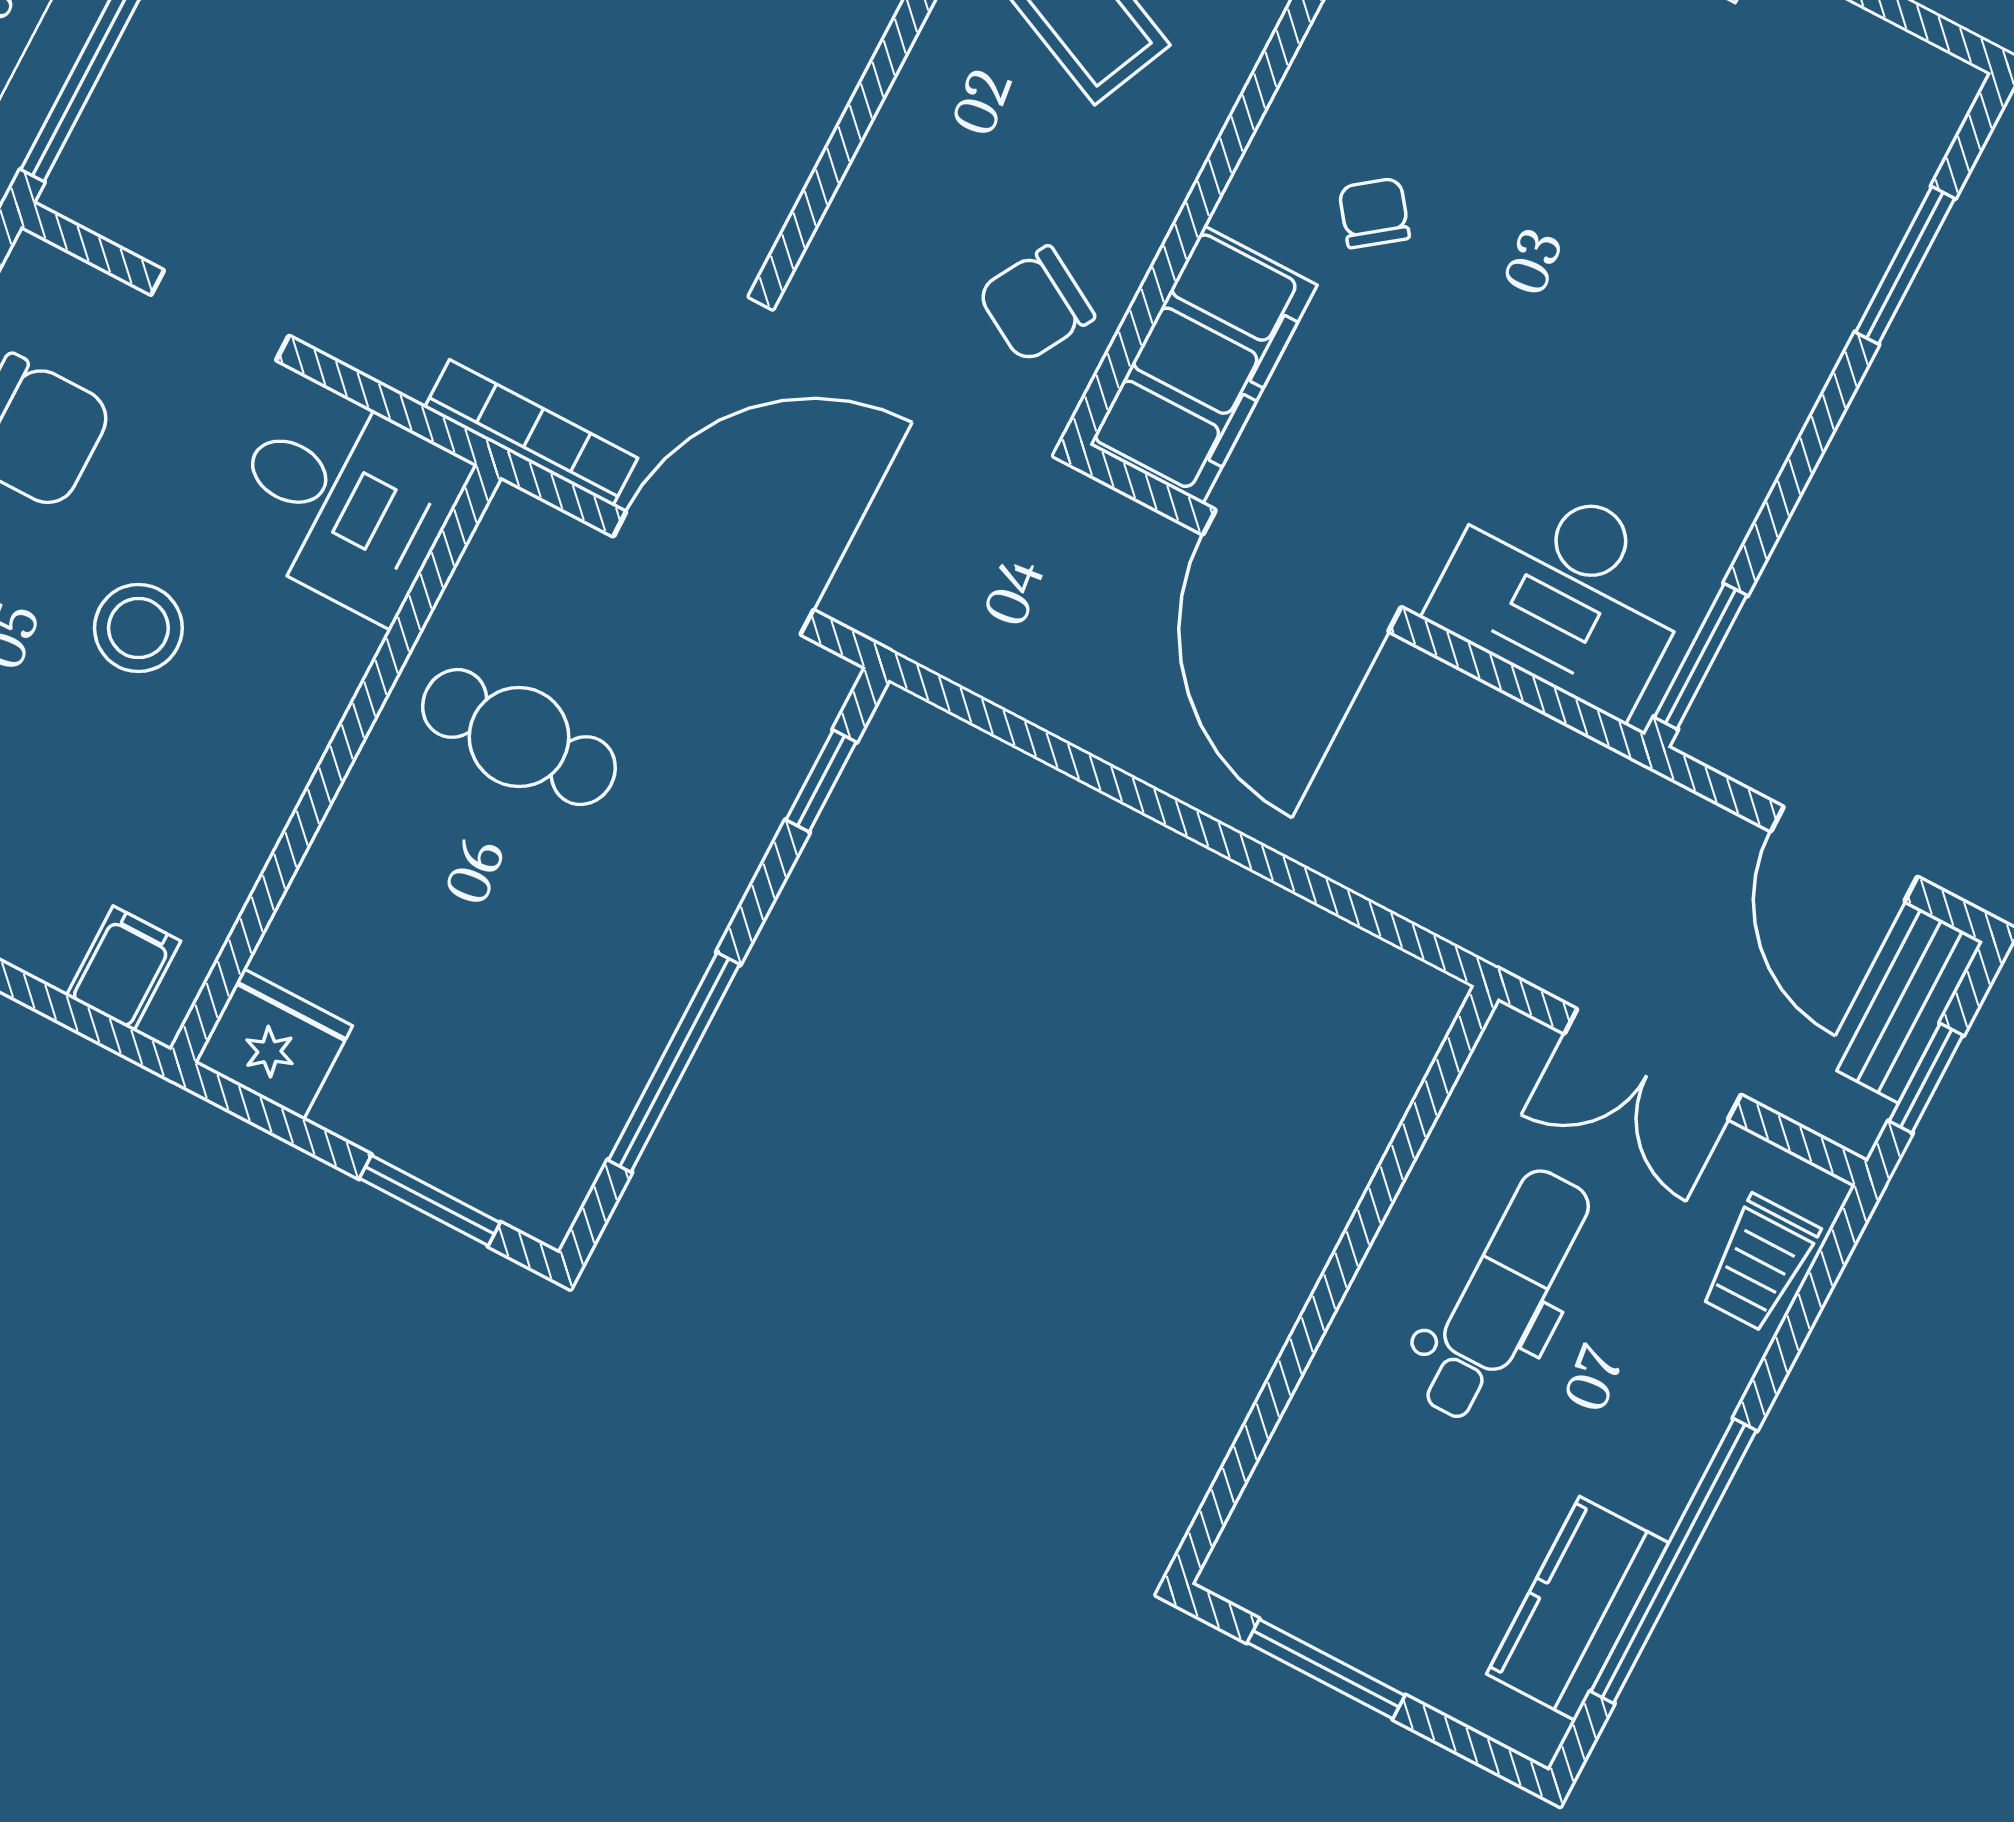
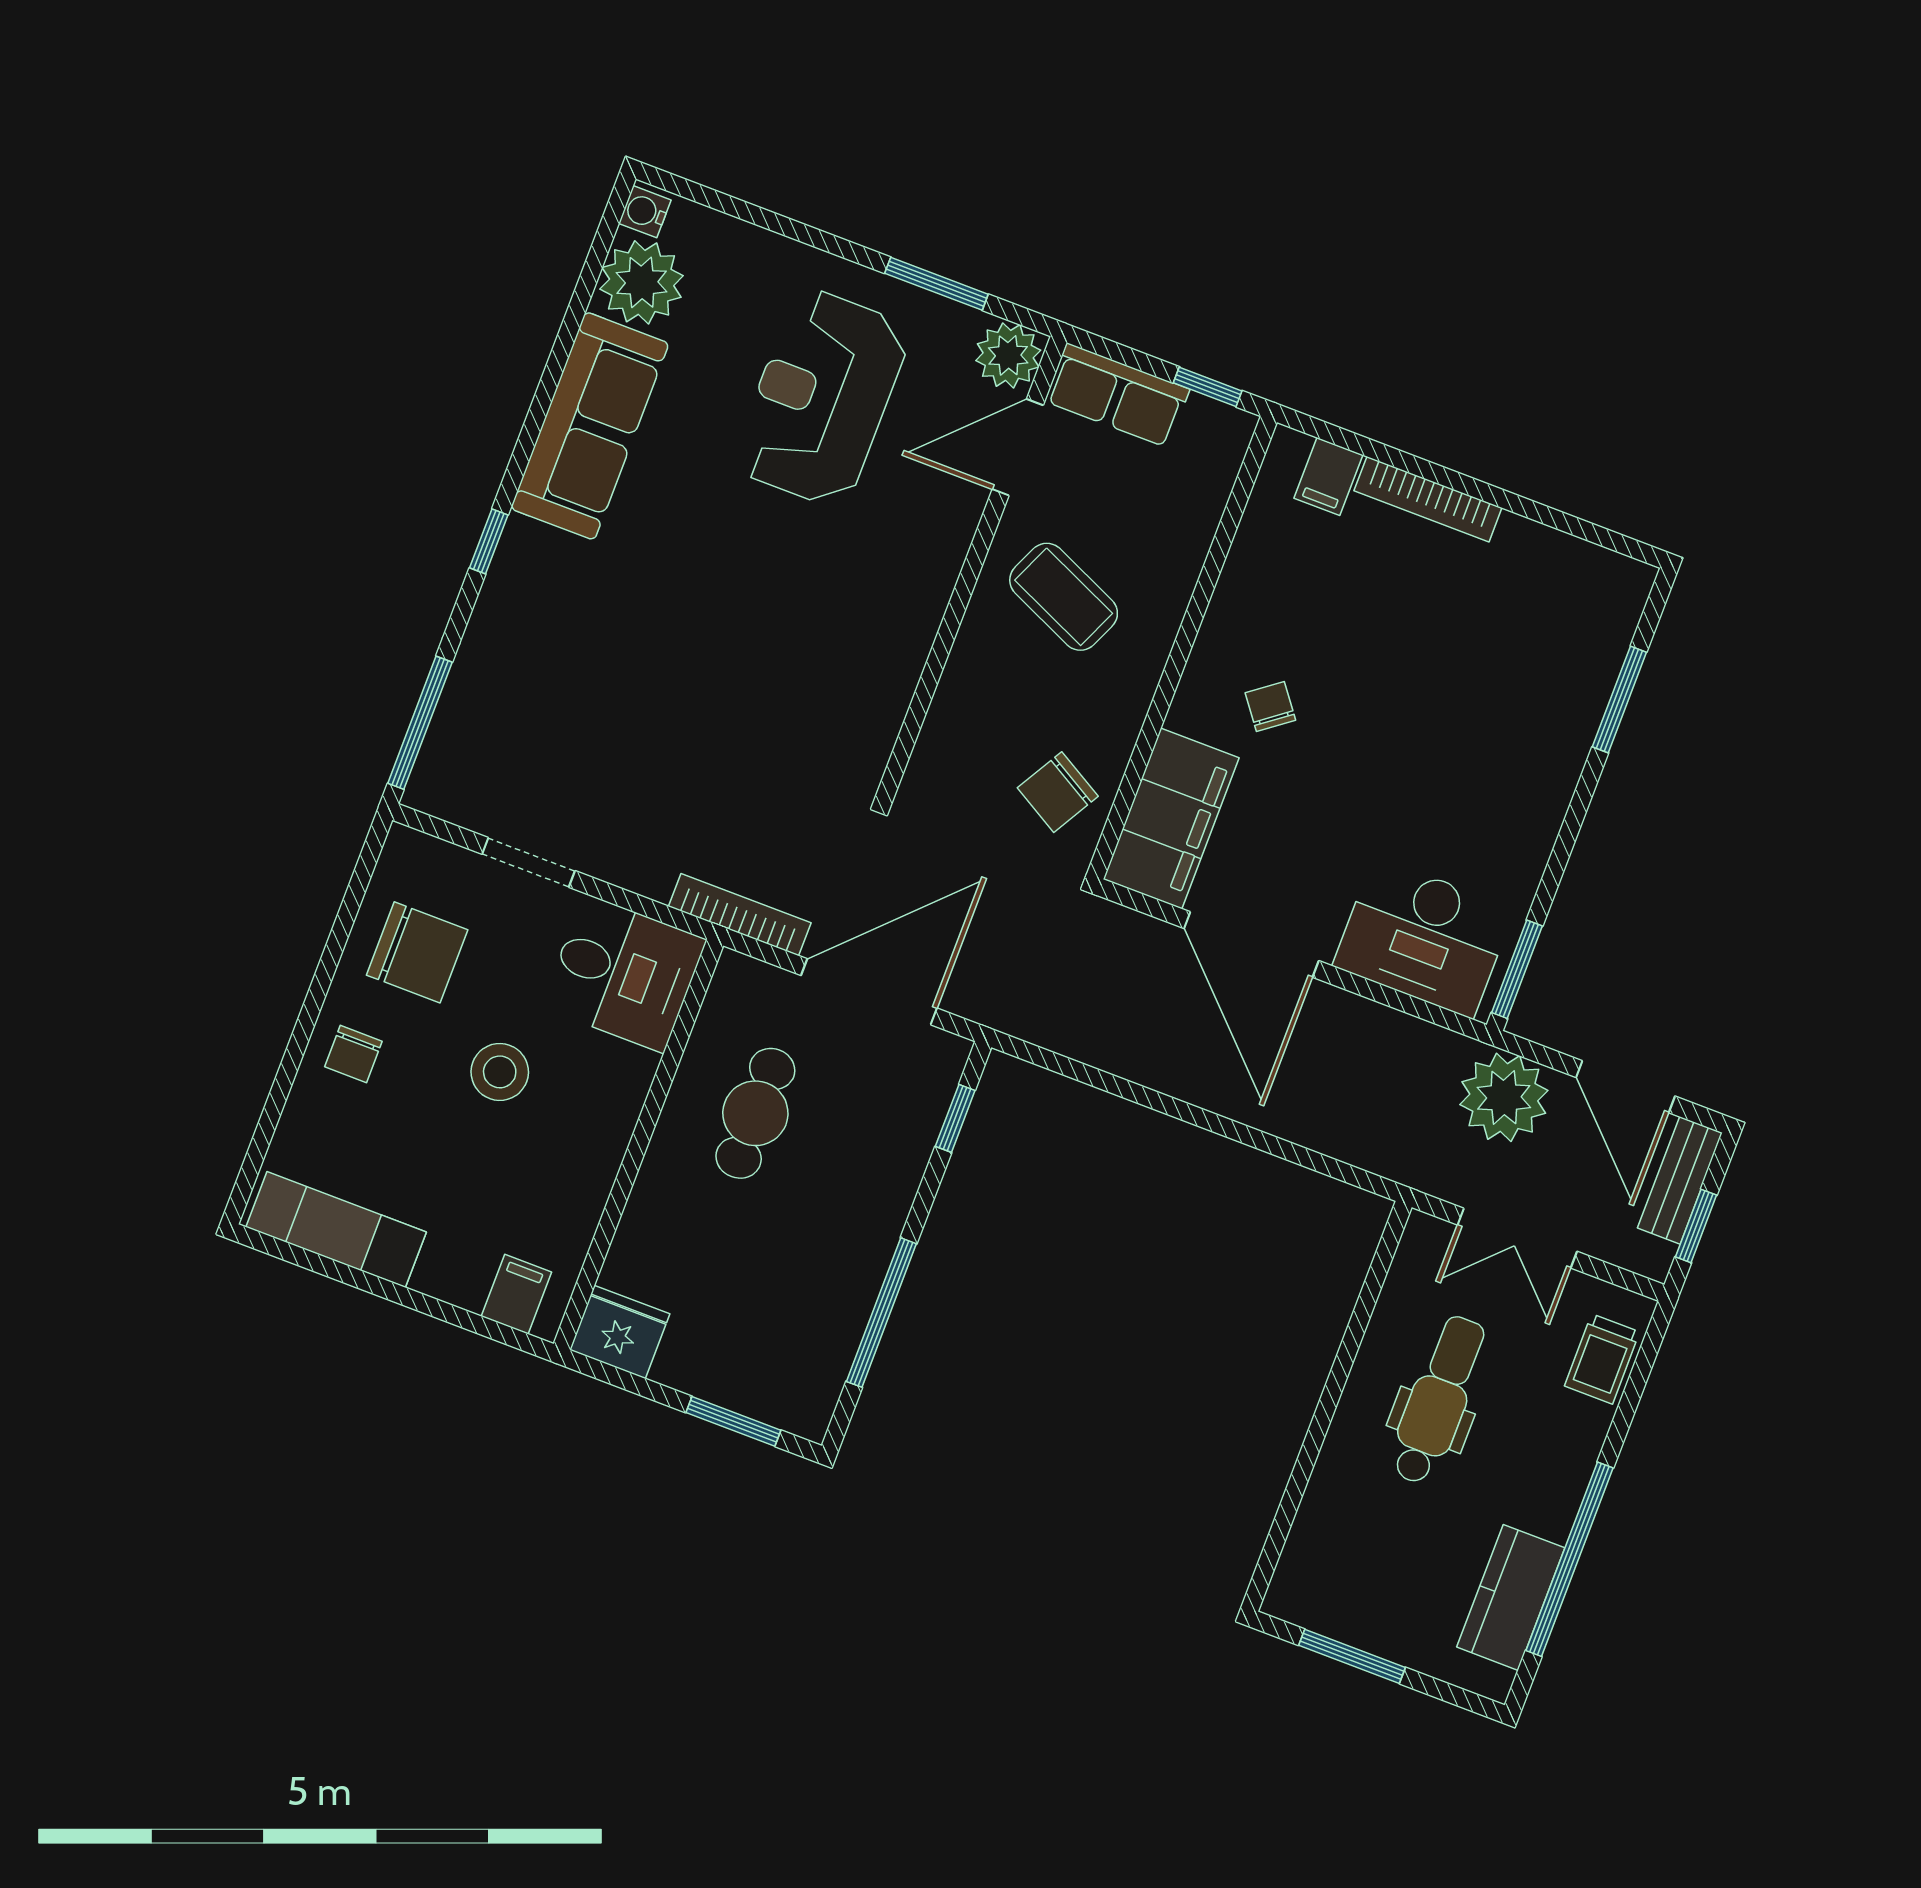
cafe table: (519, 737) -> (755, 1113), turned 90
plant: (1658, 848) -> (1504, 1097), added

